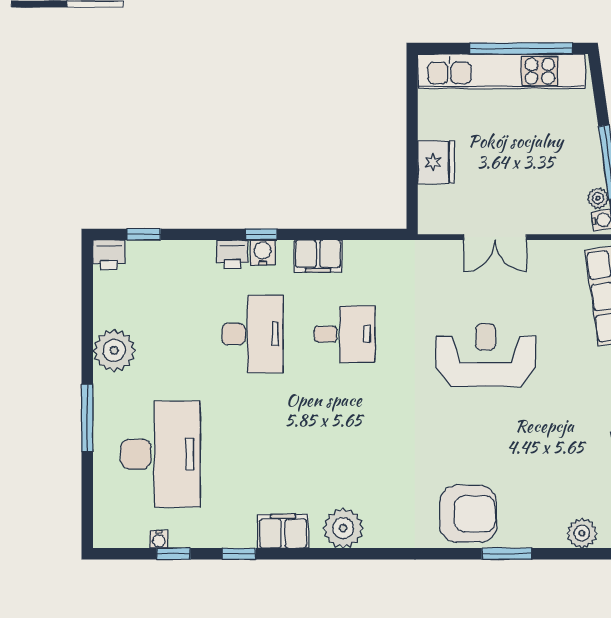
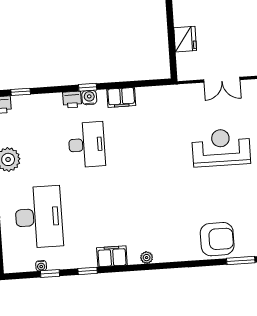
desk: (344, 334) -> (139, 141), removed
plant: (343, 528) -> (147, 258), width x0.53, depth x0.53

